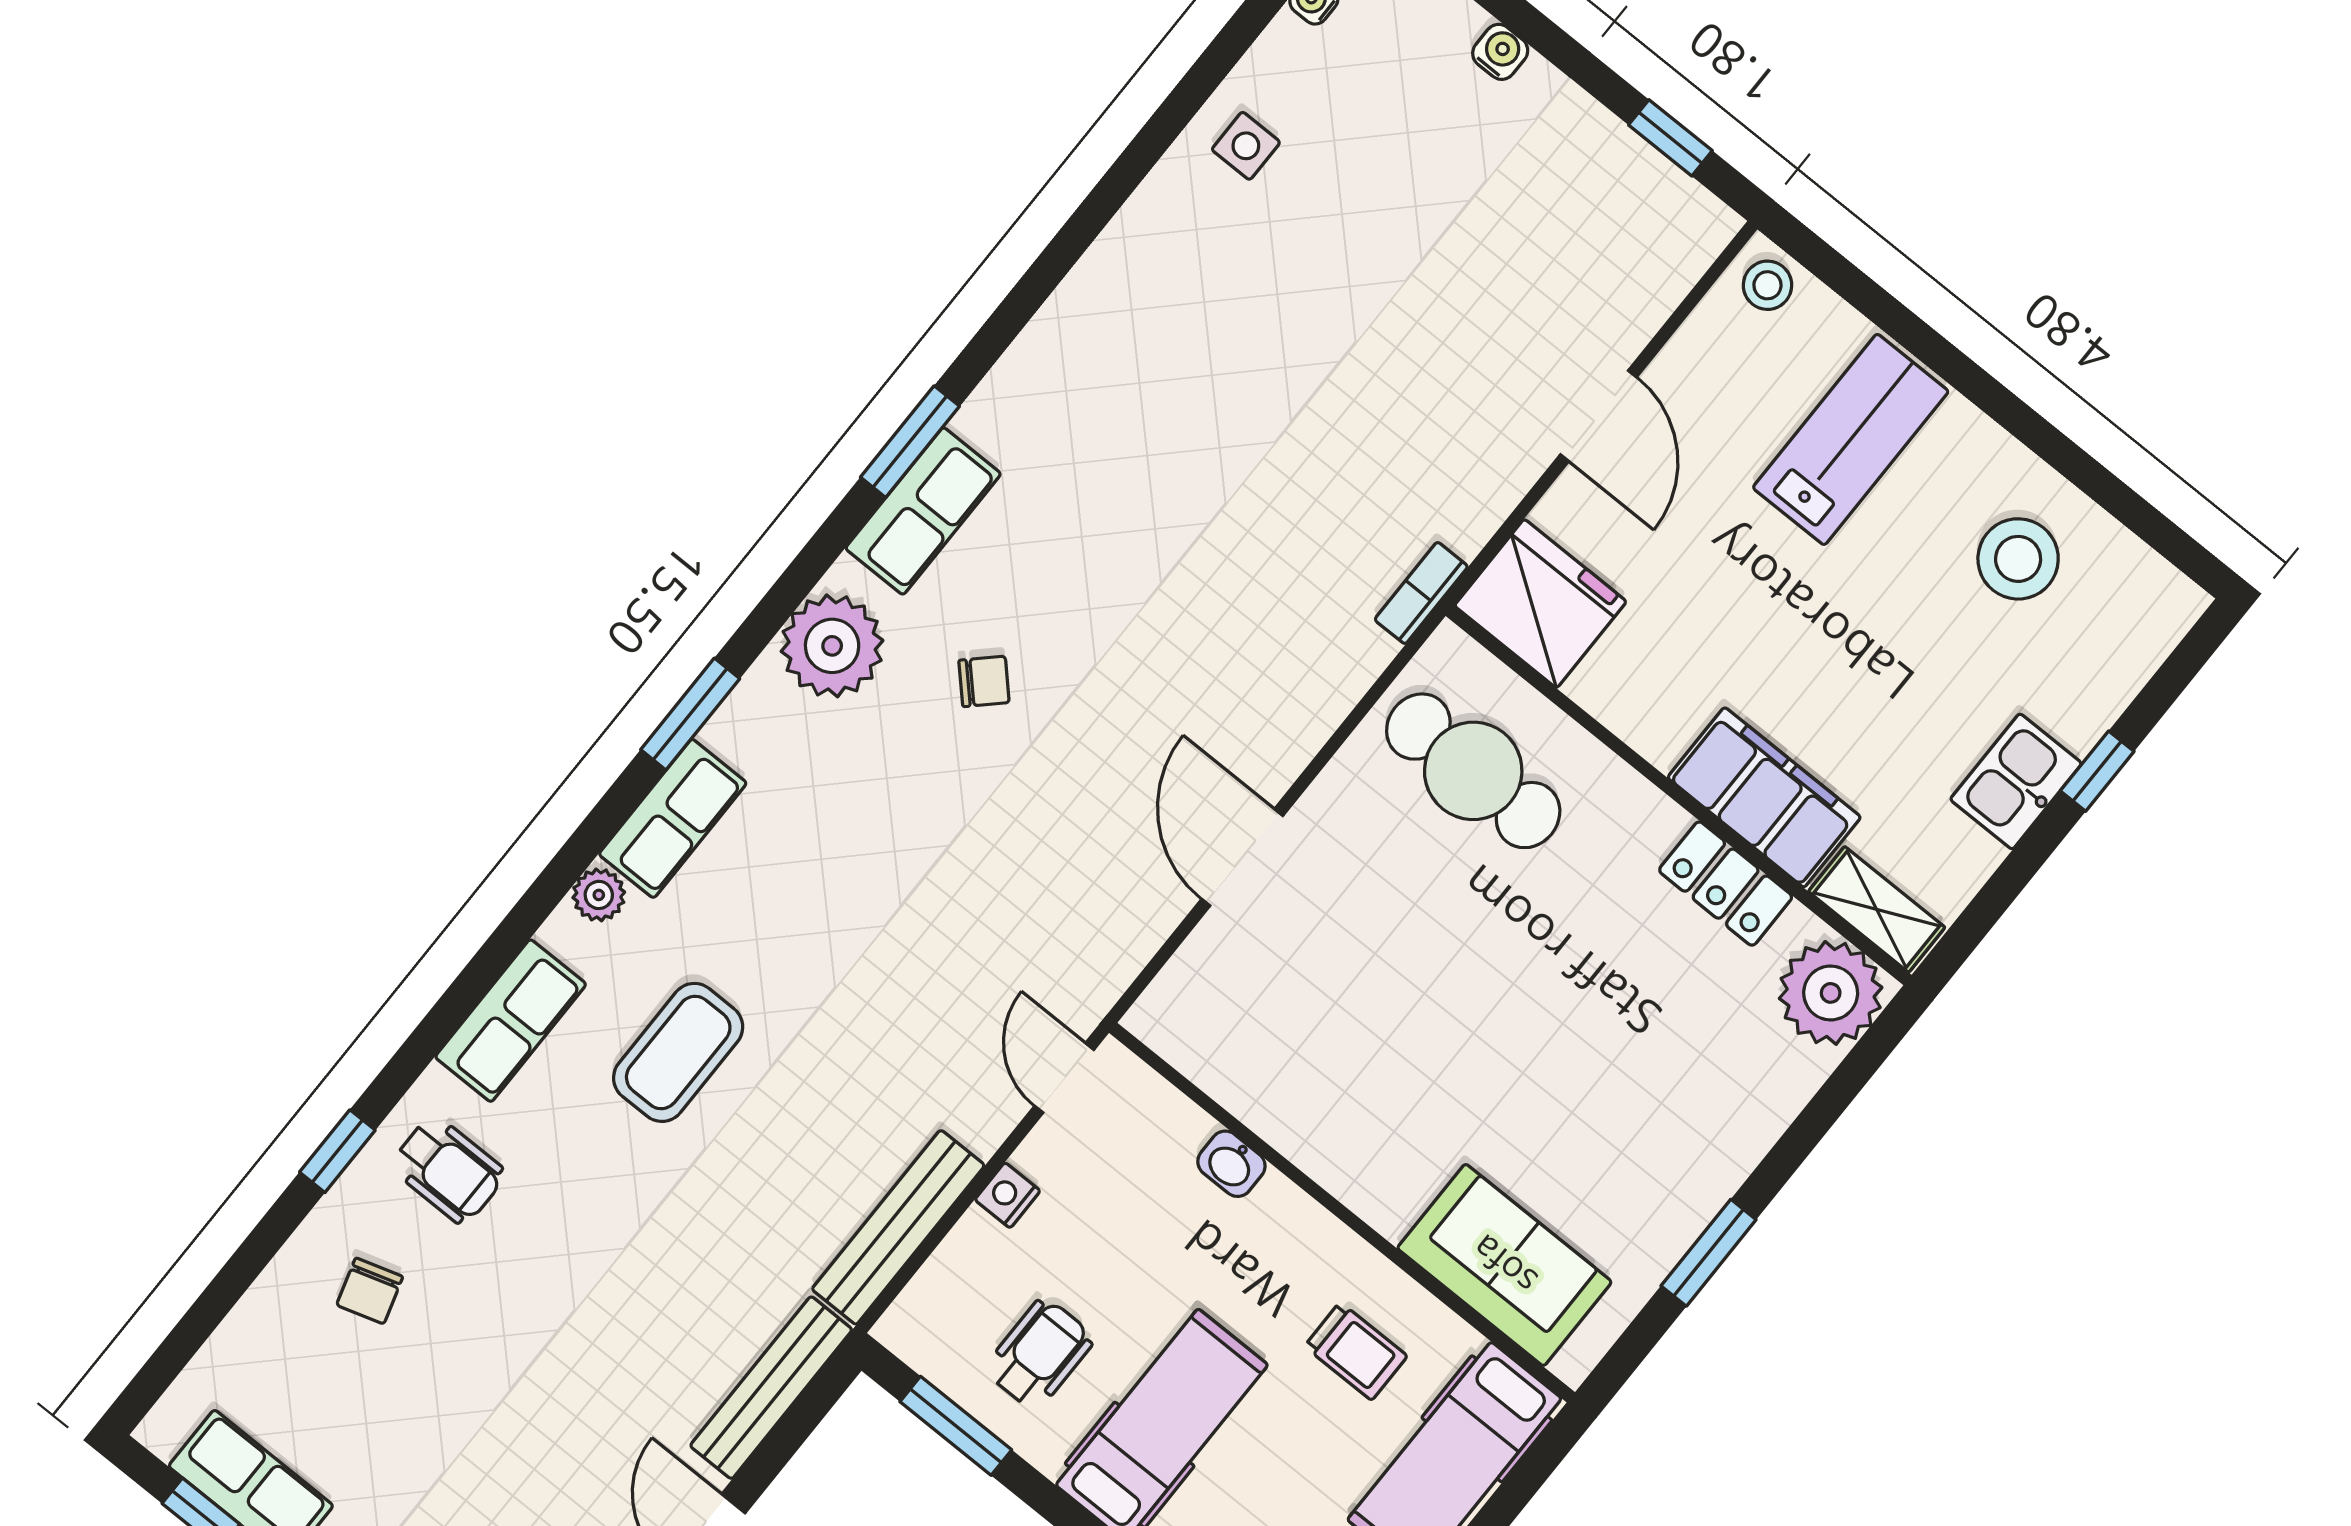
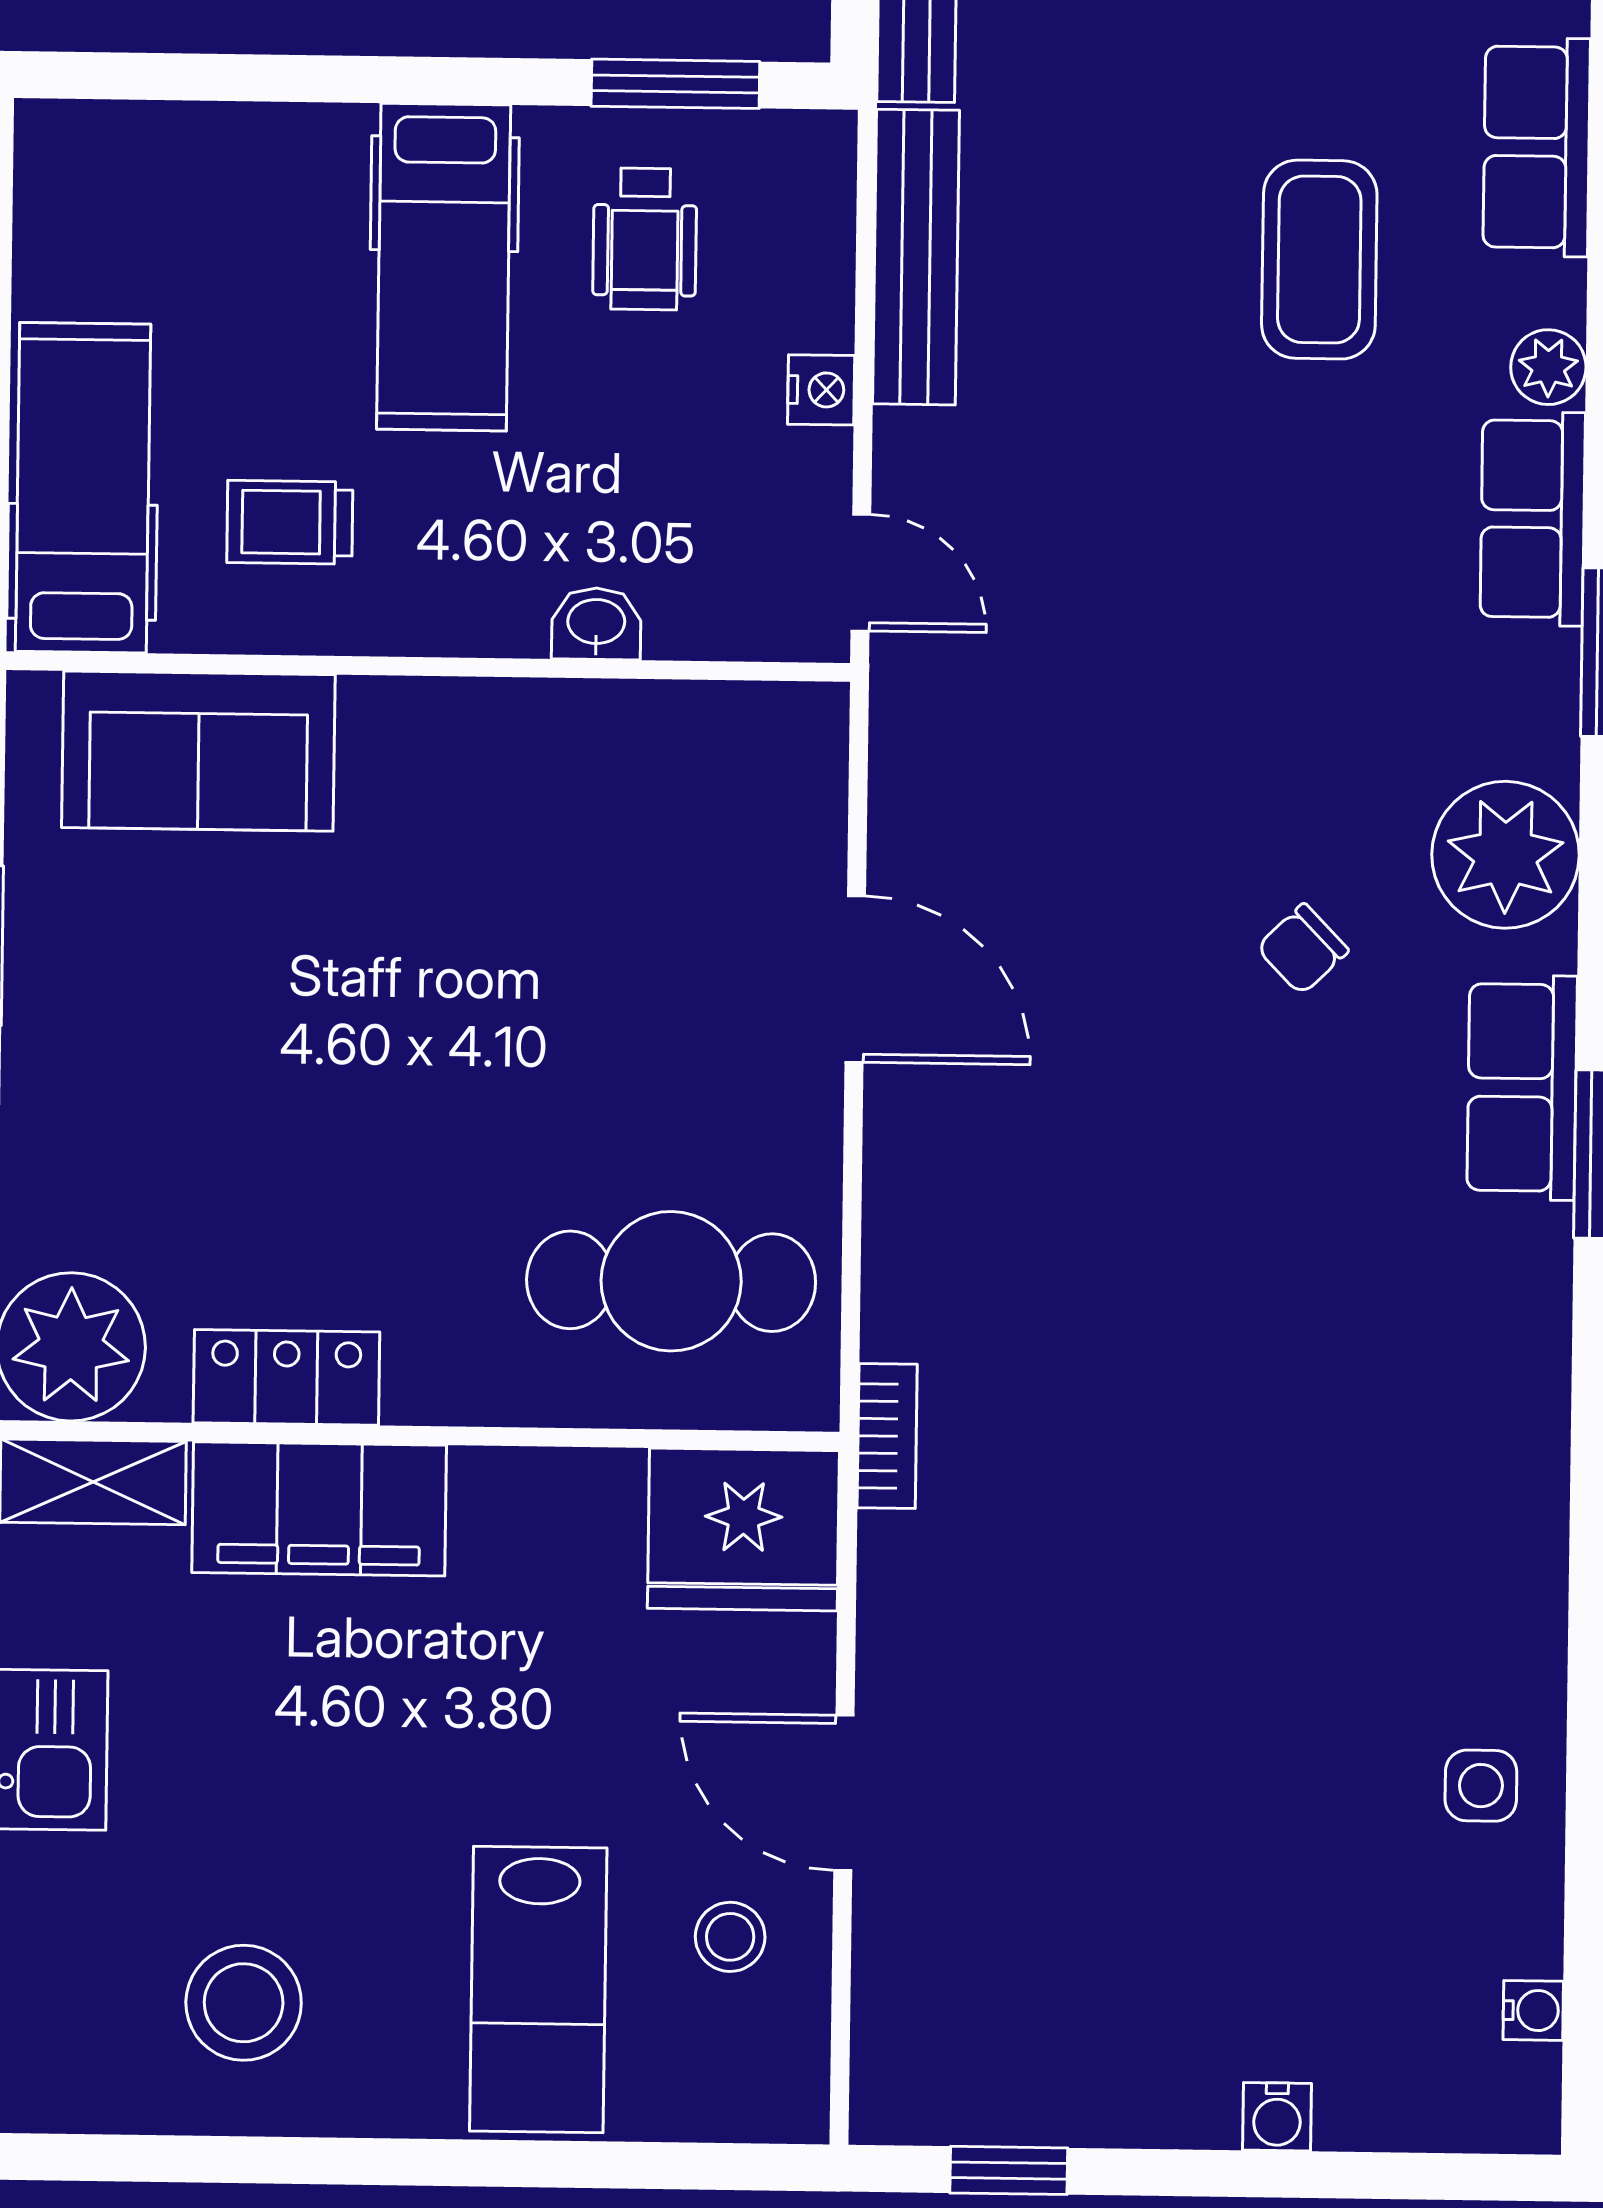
stool: (1767, 285) -> (730, 1937), moved

